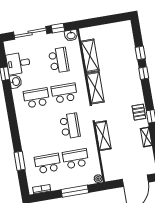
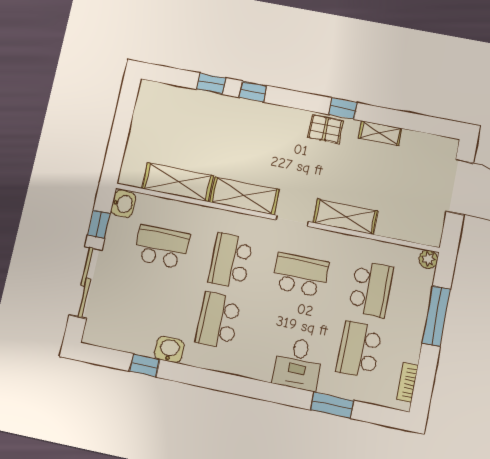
desk: (18, 63) -> (298, 364), moved
school desk: (76, 159) -> (371, 289), turned 180

